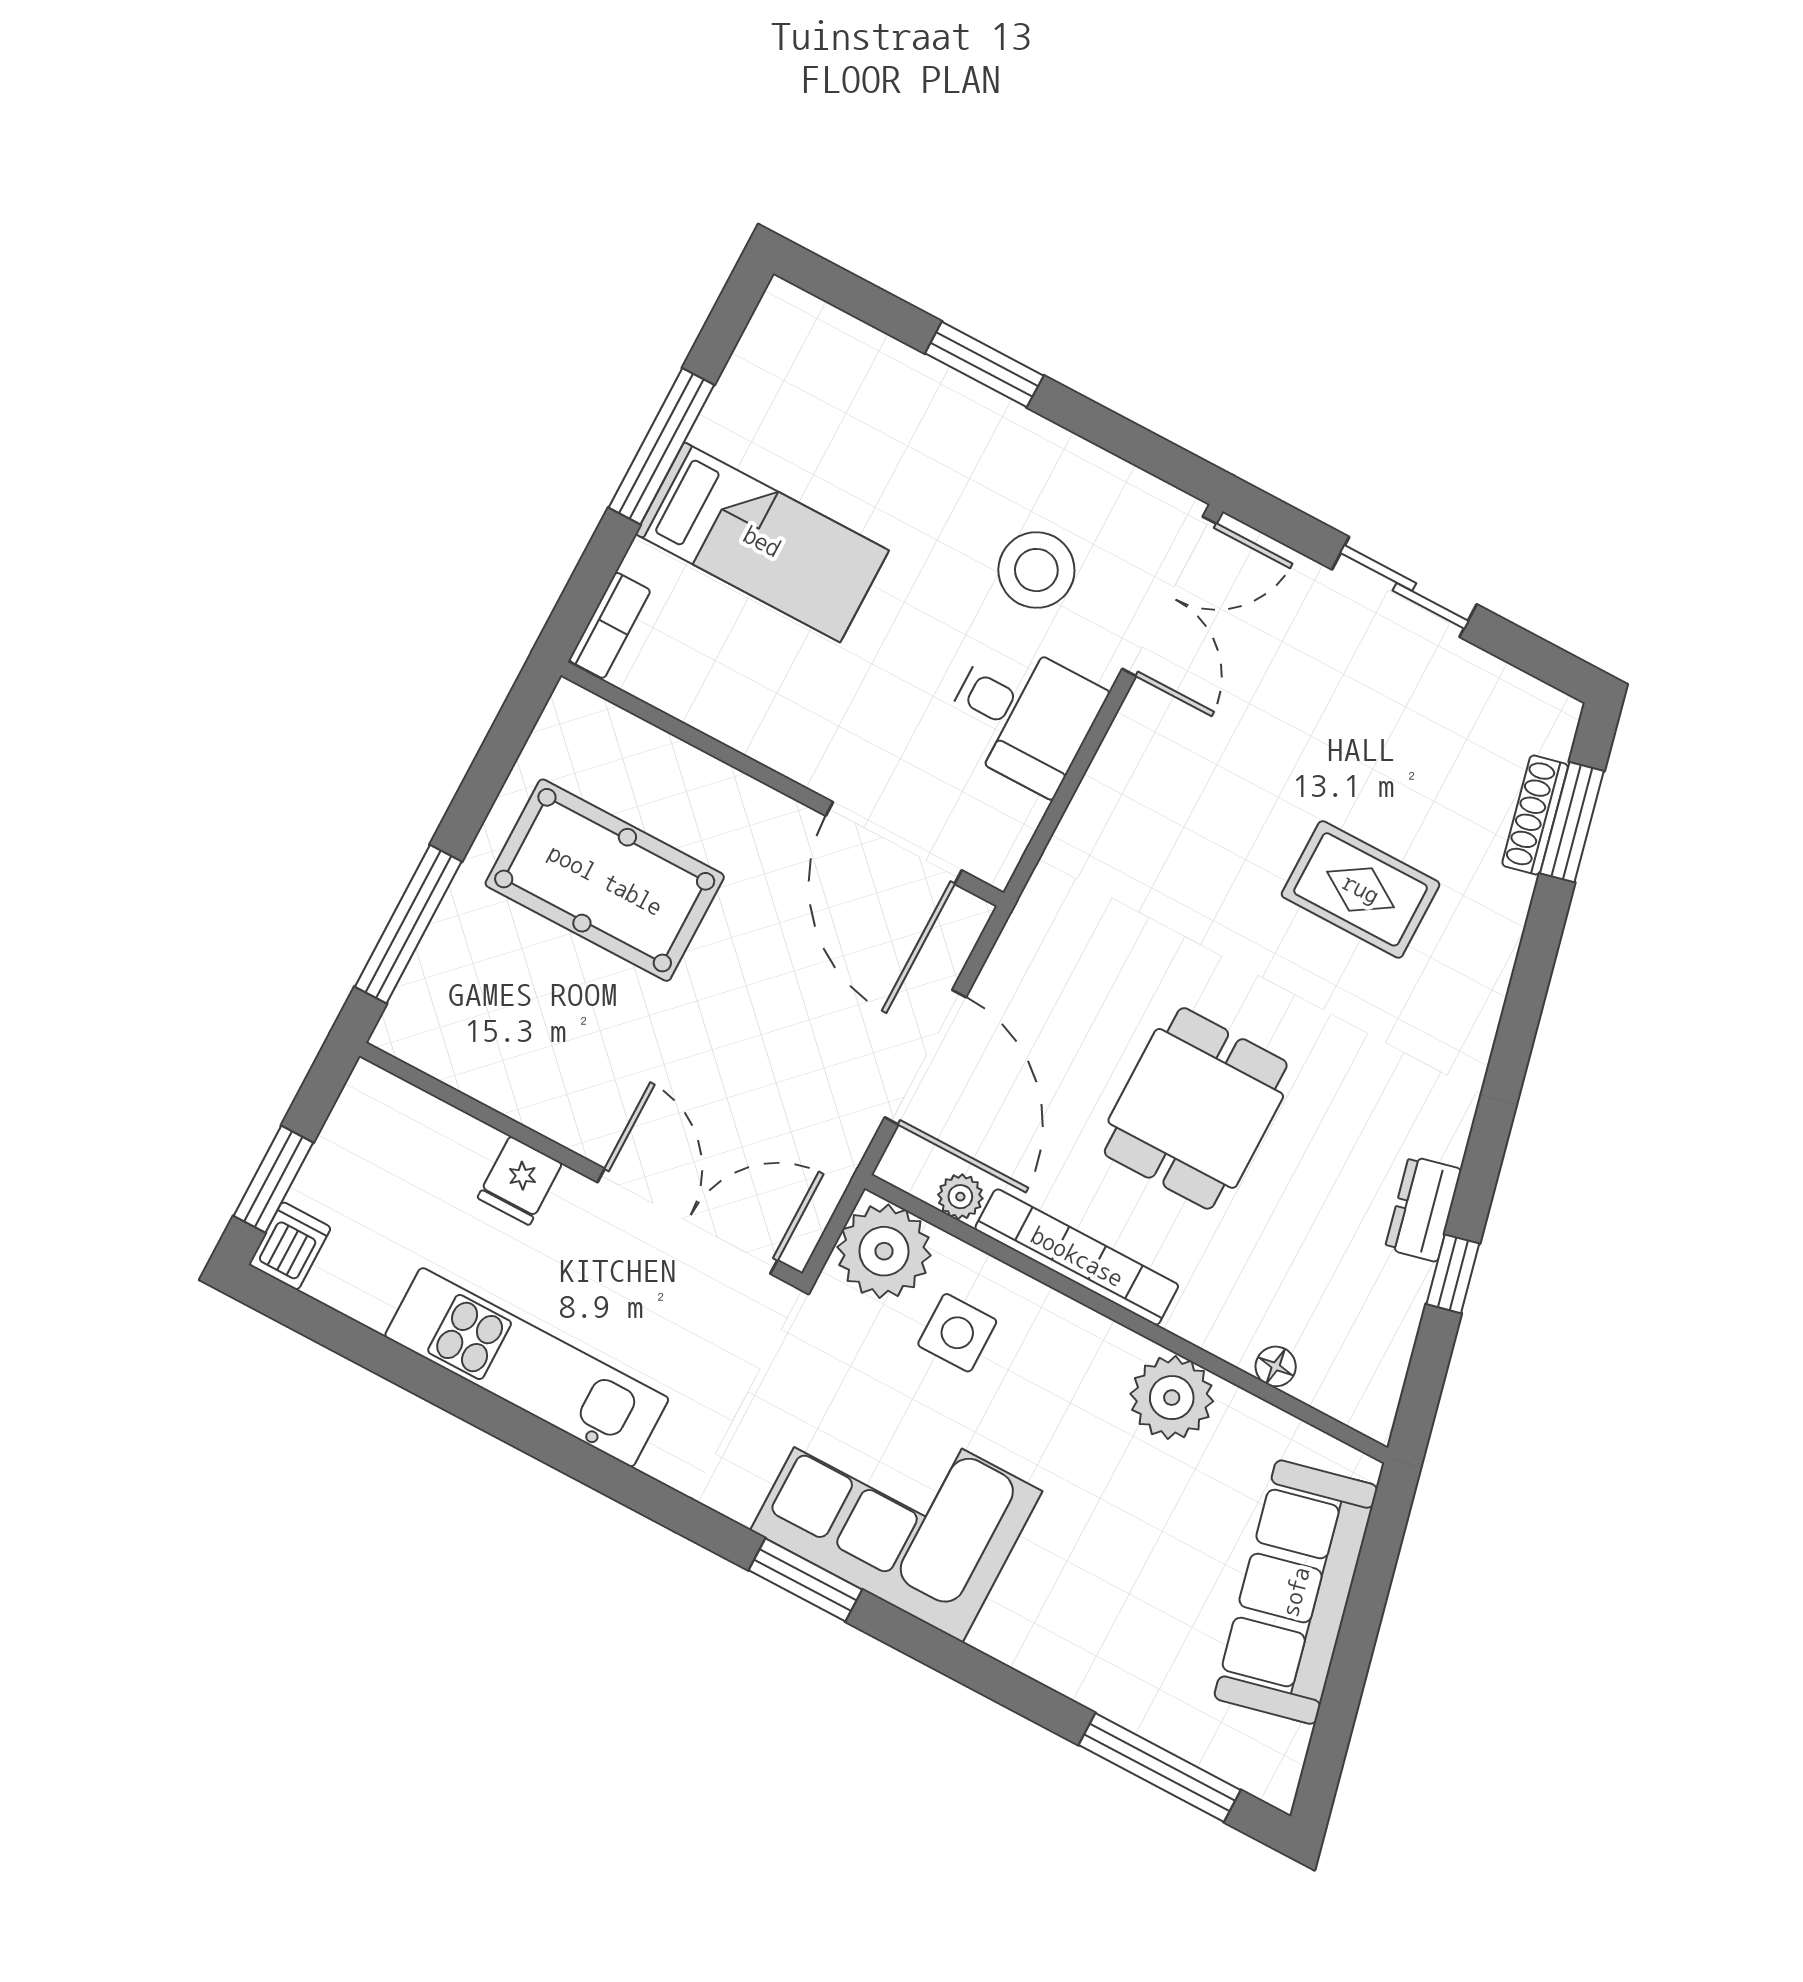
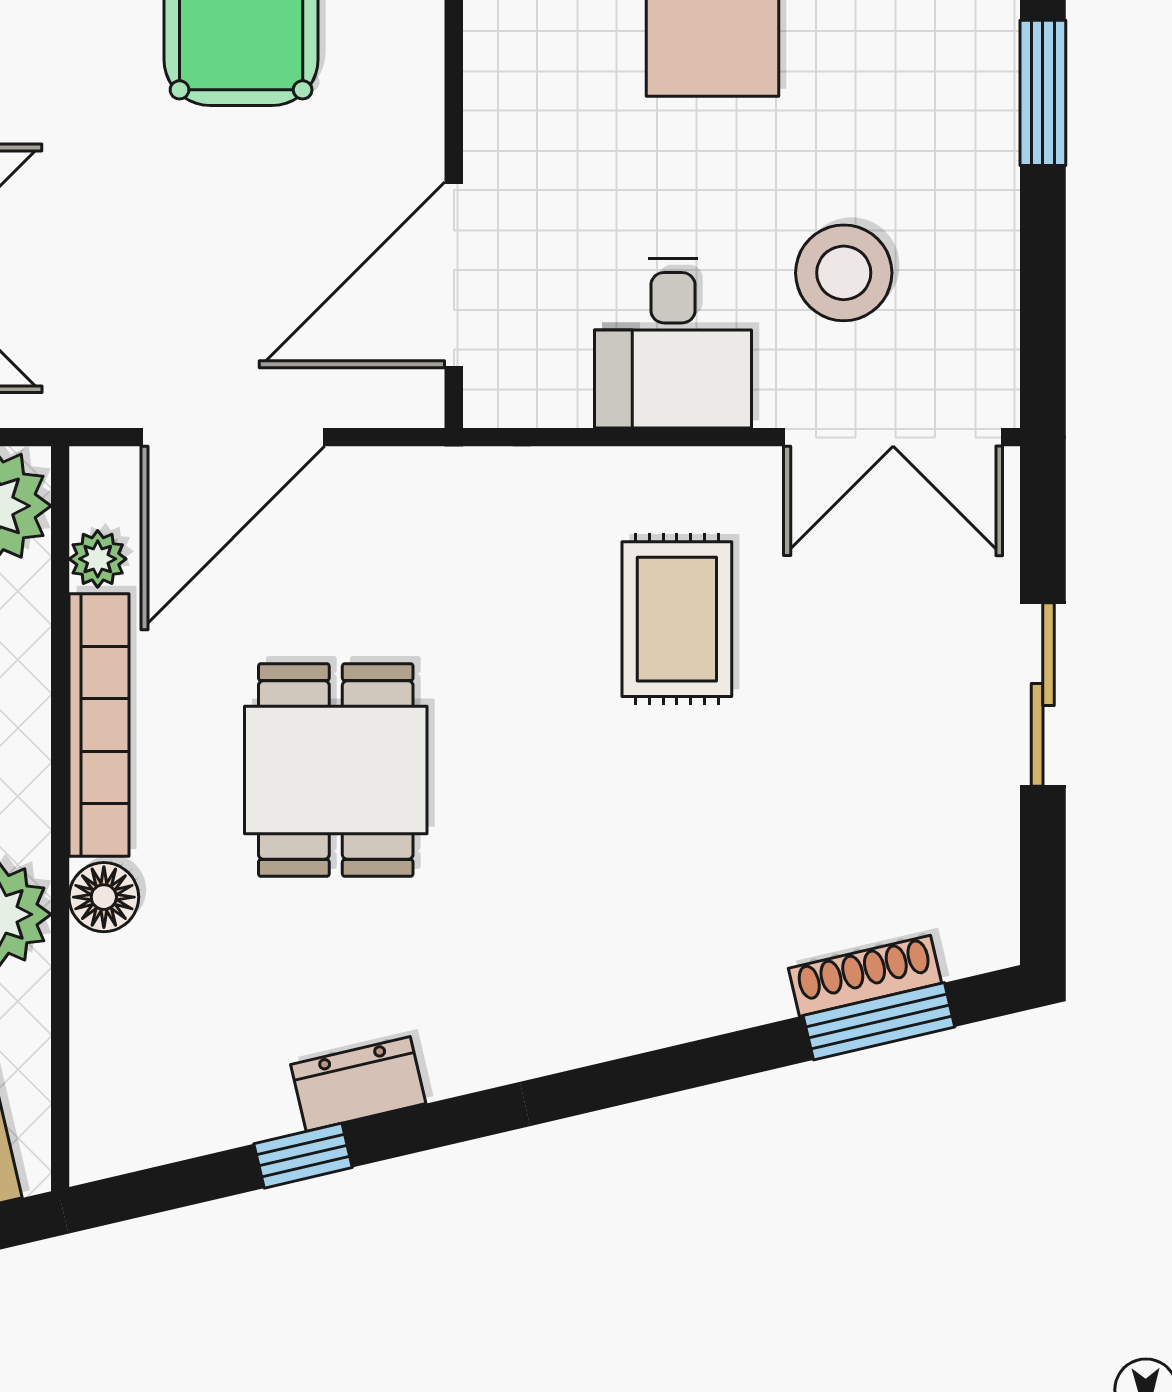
rug: (1361, 889) -> (677, 619), moved
dining table: (1196, 1108) -> (336, 770), turned 90
floor lamp: (1276, 1366) -> (104, 897), moved, width x1.37, depth x1.37

